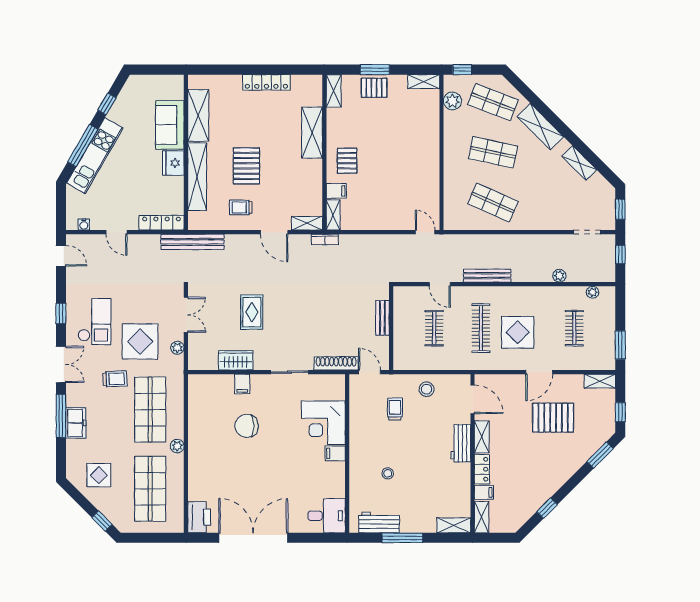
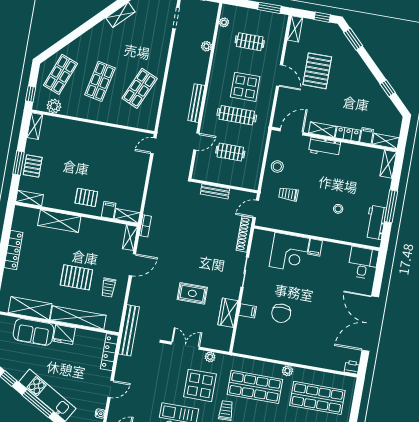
shelving: (540, 127) -> (86, 40), removed
printer: (199, 517) -> (352, 367), width x0.53, depth x0.68

